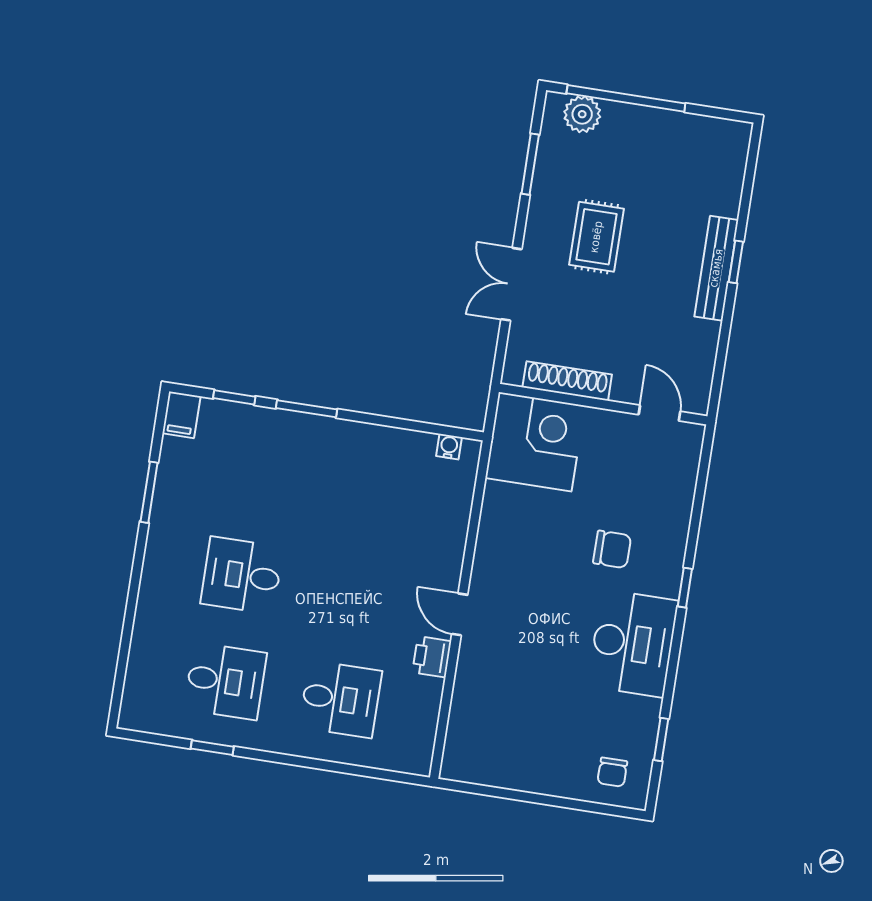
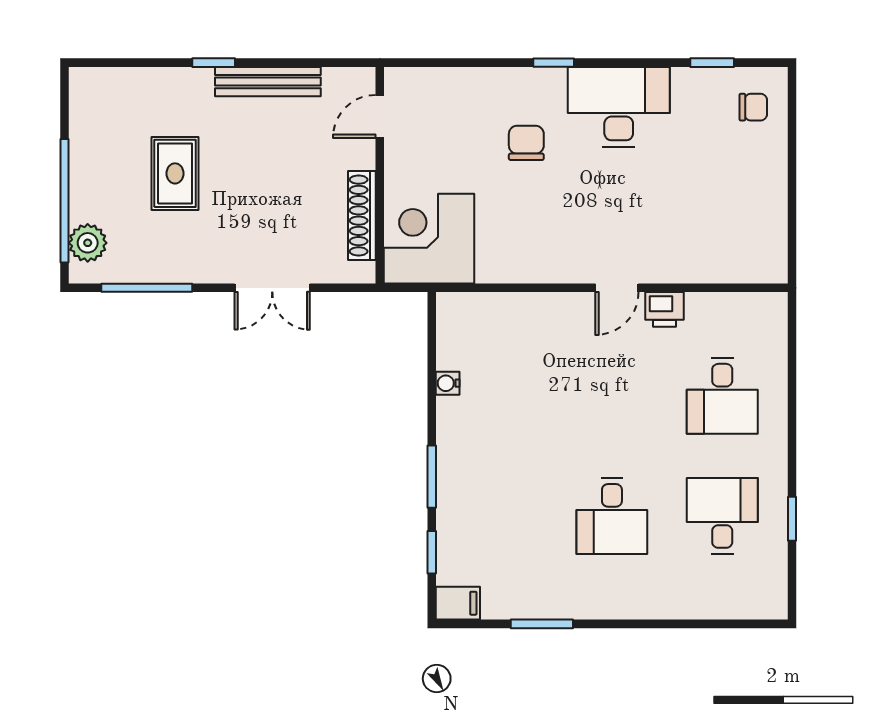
window: (530, 164) -> (147, 288), width x1.44
rug: (596, 237) -> (175, 173), moved, turned 90
bench: (716, 268) -> (268, 82), moved
water cooler: (449, 447) -> (448, 383), moved
desk: (341, 699) -> (722, 396), turned 180

